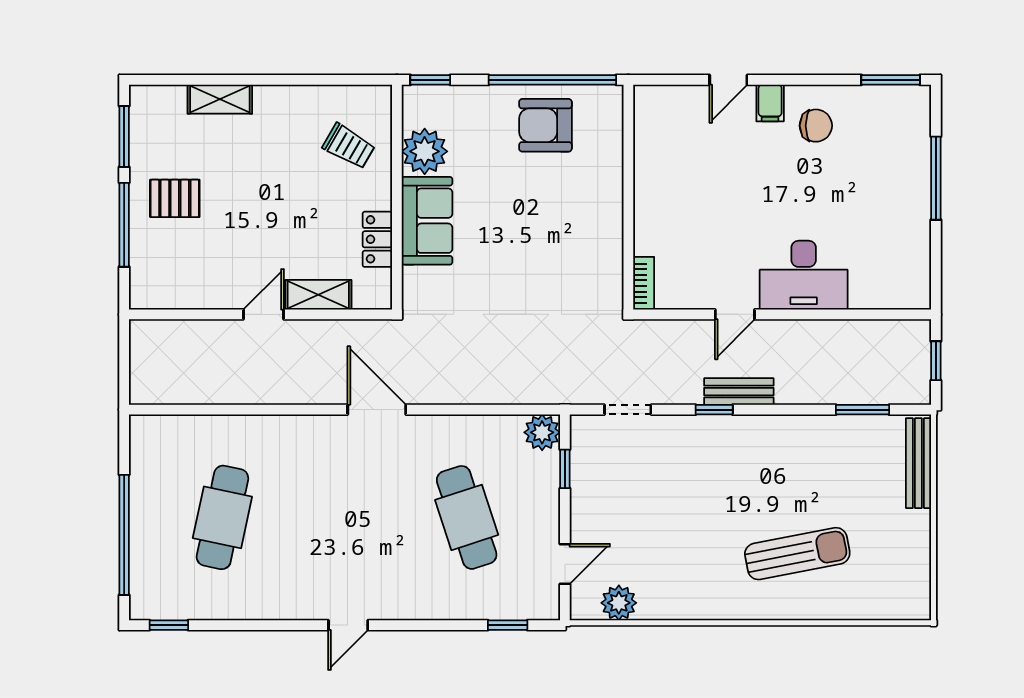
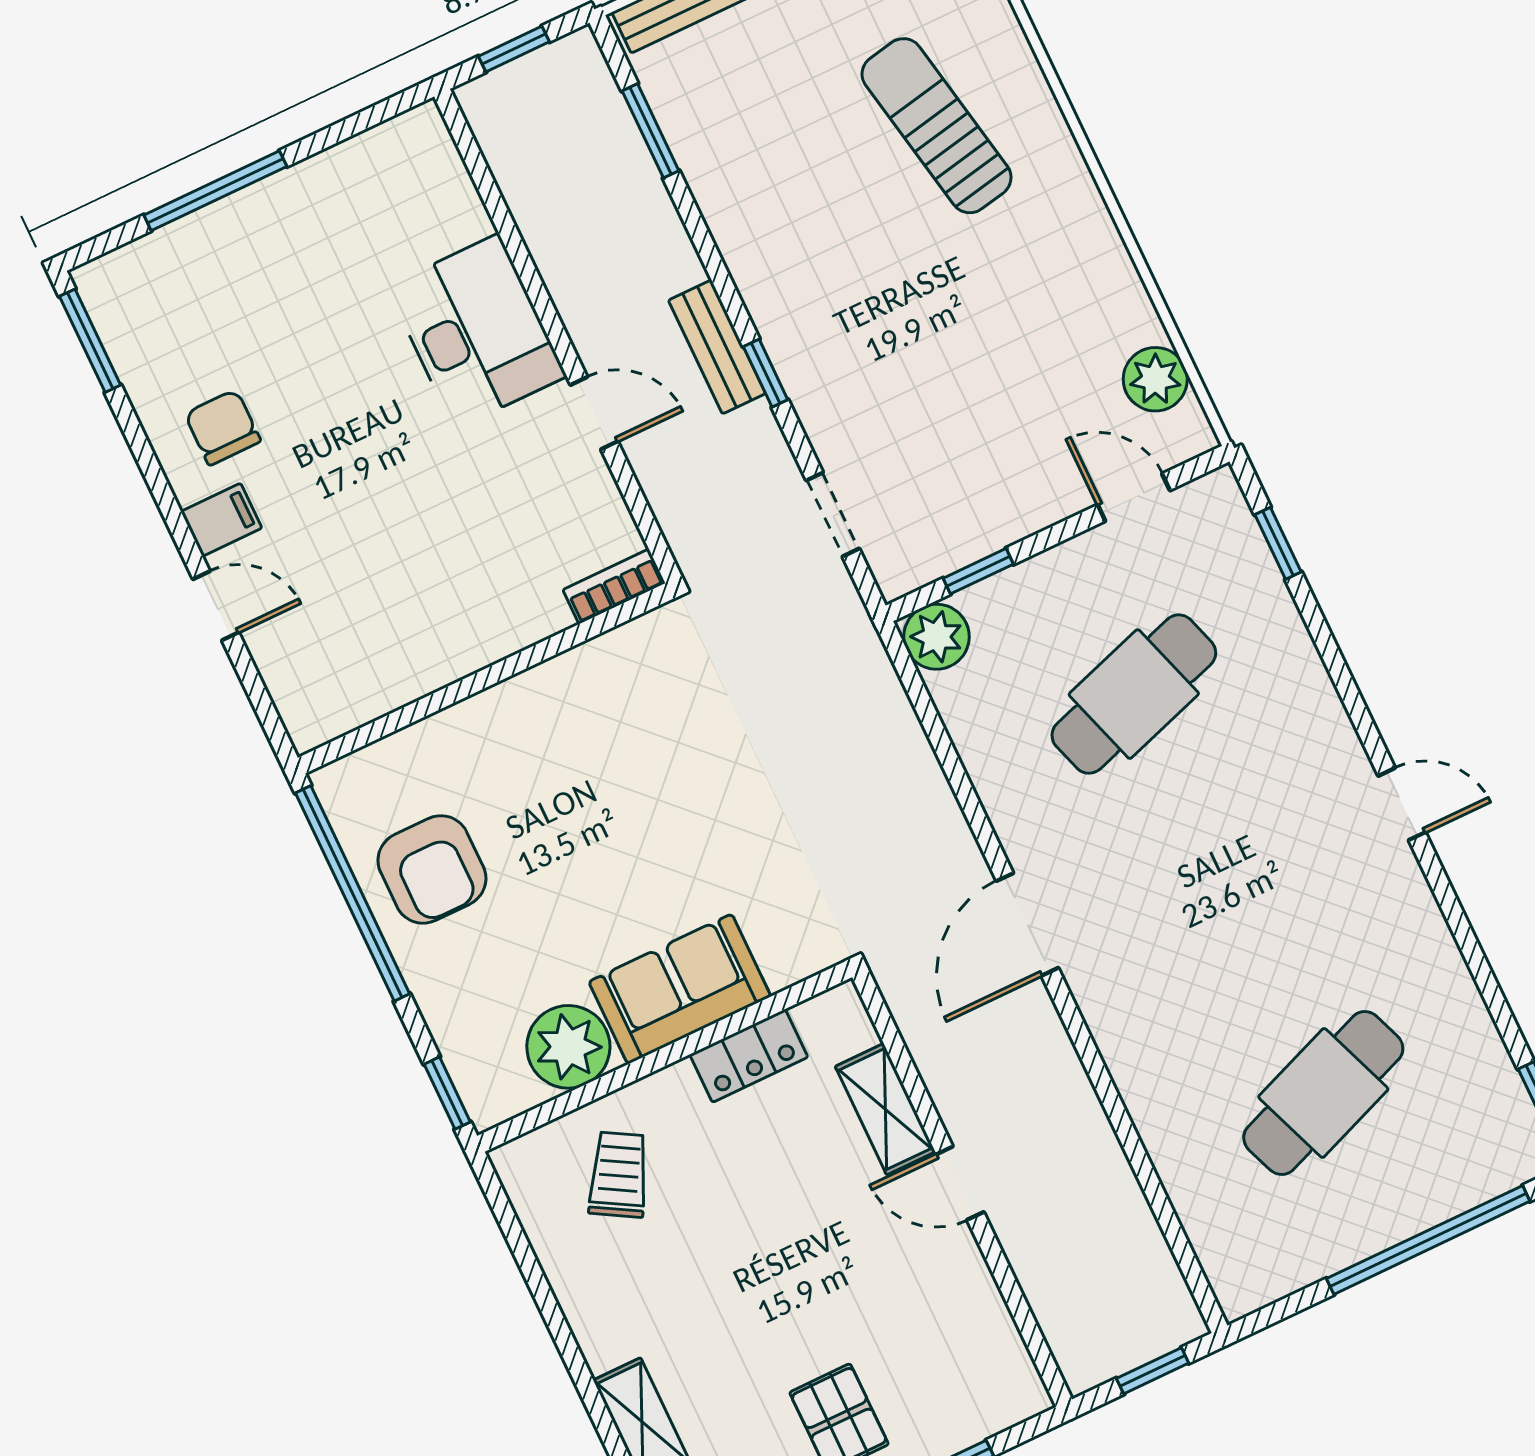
window: (124, 366) -> (1153, 1371), added
cafe table: (222, 517) -> (1323, 1093), turned -33

